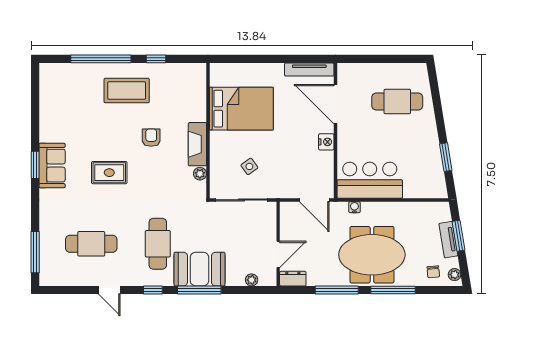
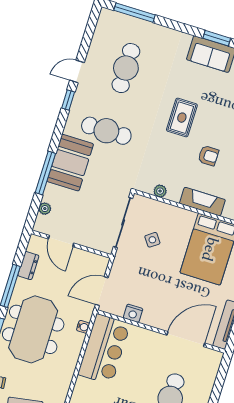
nightstand: (326, 142) -> (133, 313), moved
fireplace: (197, 144) -> (202, 202), moved
rug: (109, 173) -> (182, 118), moved
dresser: (293, 279) -> (28, 266), moved
window: (153, 290) -> (68, 100), moved
window: (199, 290) -> (45, 173), moved

